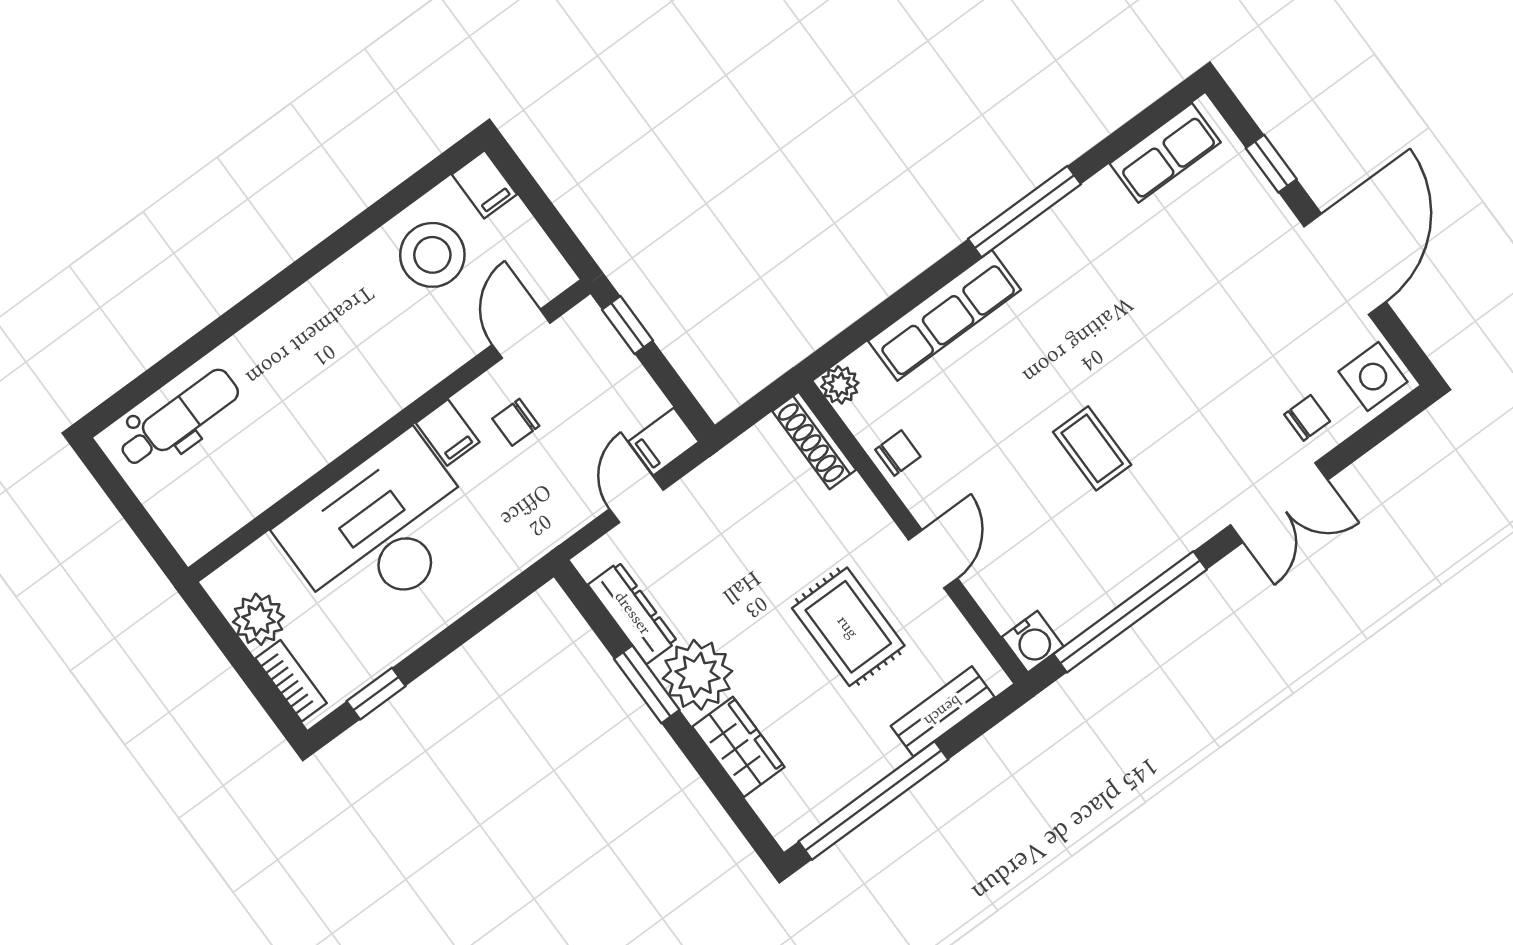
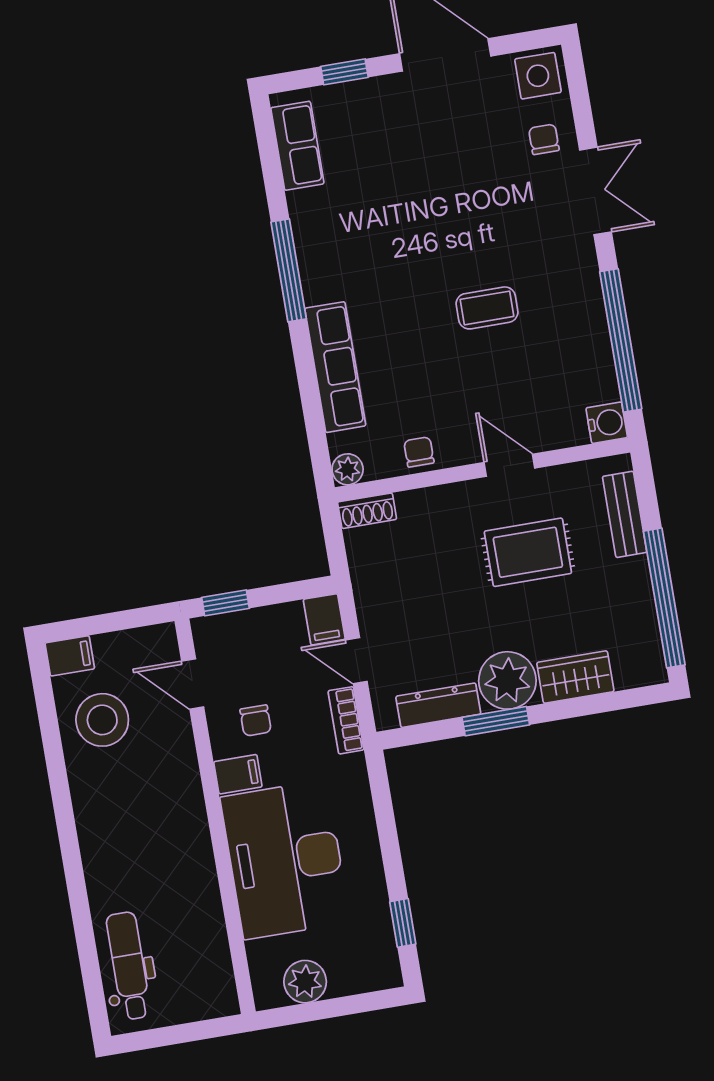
shoe rack: (814, 440) -> (367, 511), width x0.70
bookcase: (291, 681) -> (346, 720), moved, turned -90

